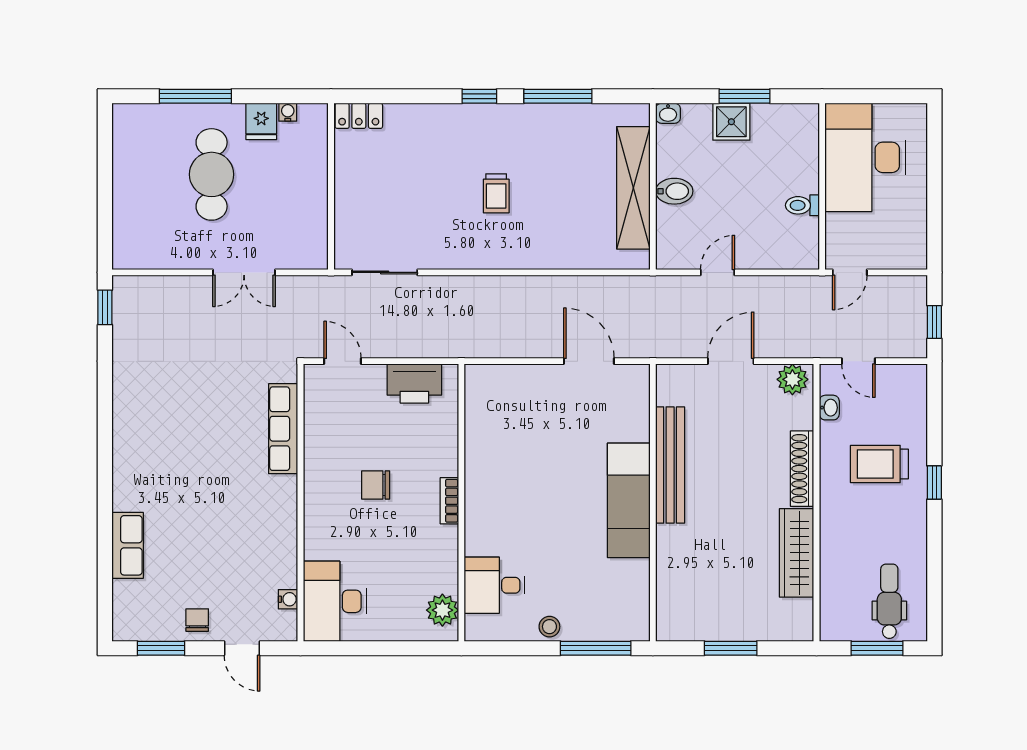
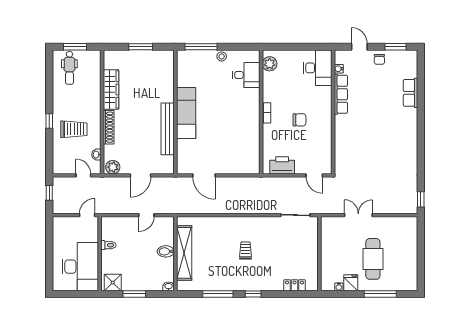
locker: (359, 116) -> (295, 285), moved
shower: (731, 122) -> (113, 283), moved
row of seats: (283, 429) -> (341, 94), moved

